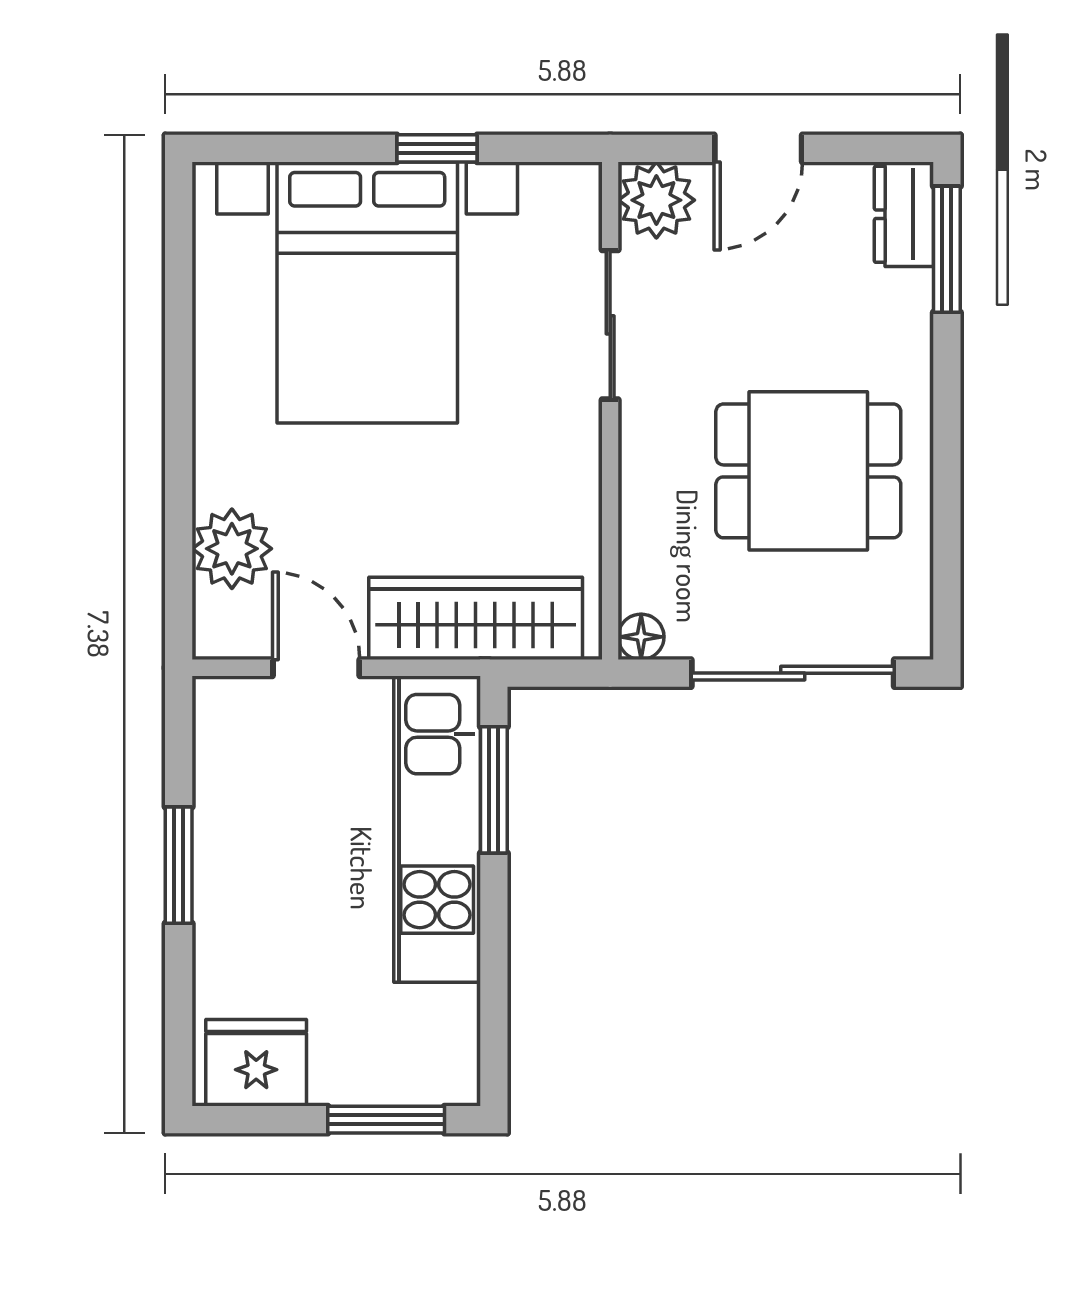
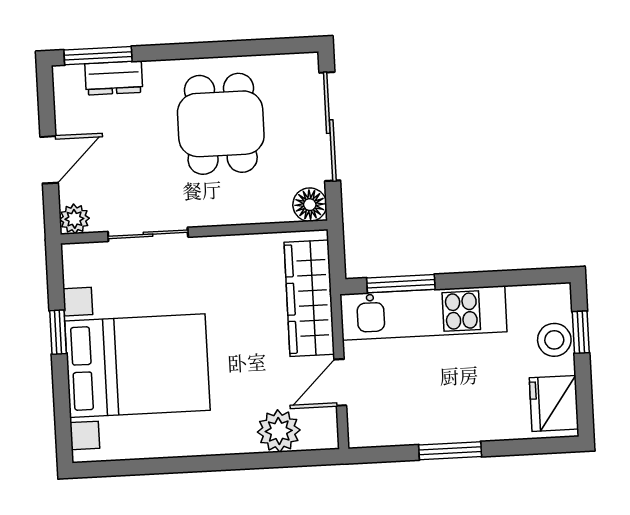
door: (758, 148) -> (49, 160), hinge flipped
plant: (656, 200) -> (74, 219), width x0.73, depth x0.73
dresser: (904, 214) -> (114, 78), moved
floor lamp: (641, 637) -> (310, 205), width x1.37, depth x1.37
stool: (374, 1070) -> (554, 340), added
window: (386, 1120) -> (581, 332), width x0.67

